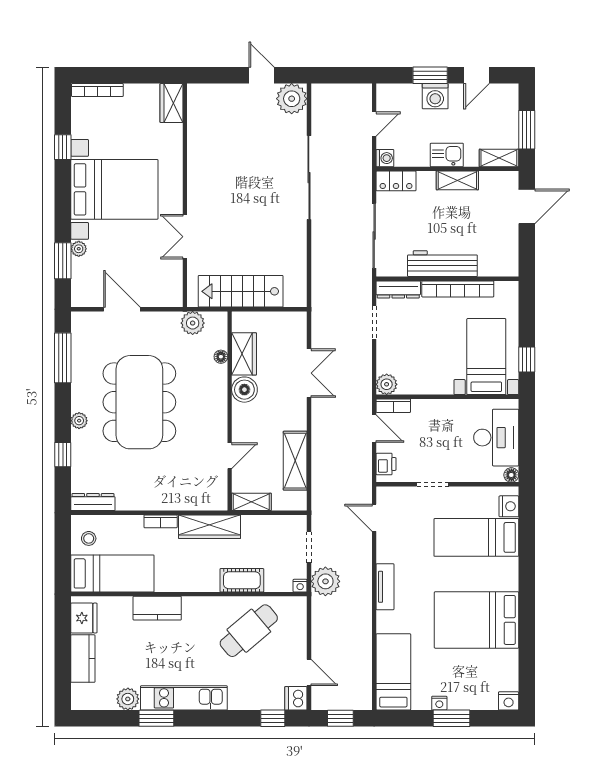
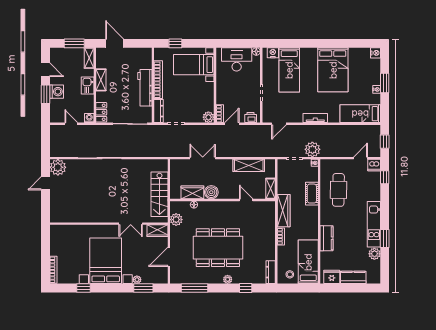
wardrobe: (171, 103) -> (158, 231), moved
window: (527, 360) -> (175, 43), moved
cafe table: (249, 631) -> (338, 190), turned 41

